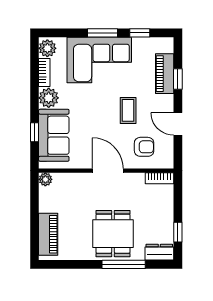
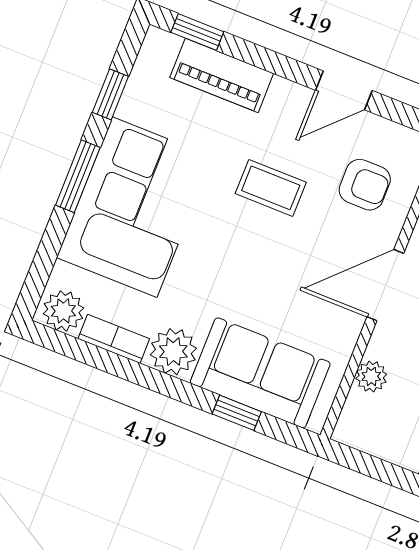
window: (178, 79) -> (197, 32), moved
armchair: (144, 147) -> (365, 185), turned 90
plant: (45, 179) -> (371, 376), moved

